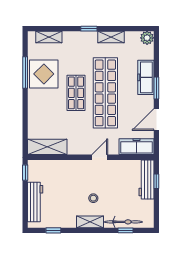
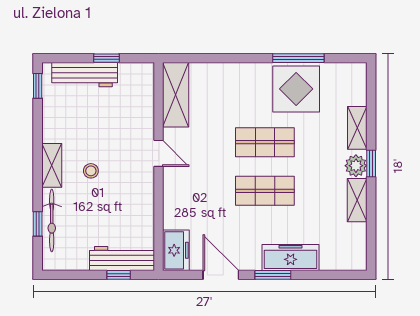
shelving: (49, 37) -> (357, 128), moved
plant: (147, 38) -> (356, 166), moved
shop shelf: (105, 93) -> (265, 191), width x0.50, depth x0.74
freezer: (136, 147) -> (176, 250), width x0.71
door: (100, 157) -> (159, 153), moved
window: (25, 173) -> (107, 58), moved
window: (53, 230) -> (38, 86), moved

